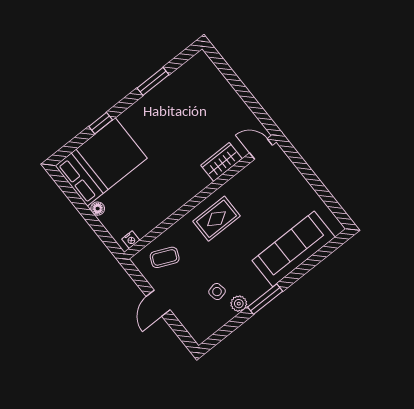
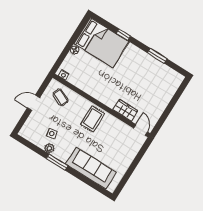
rug: (216, 219) -> (93, 119), turned 90

